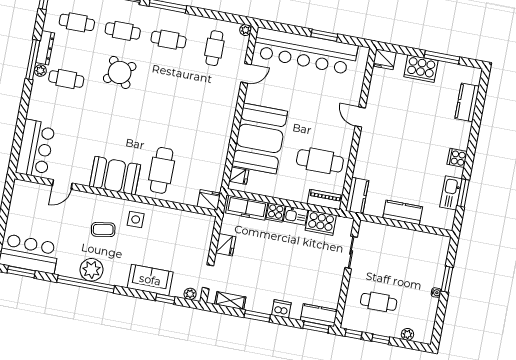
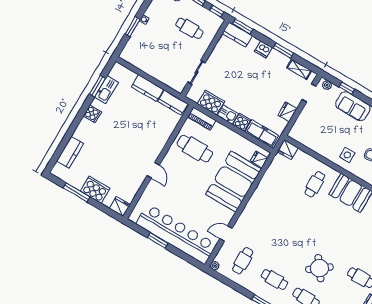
cafe table: (162, 170) -> (315, 184), width x0.73, depth x0.74
kitchen counter: (357, 196) -> (173, 103), moved, turned -90

